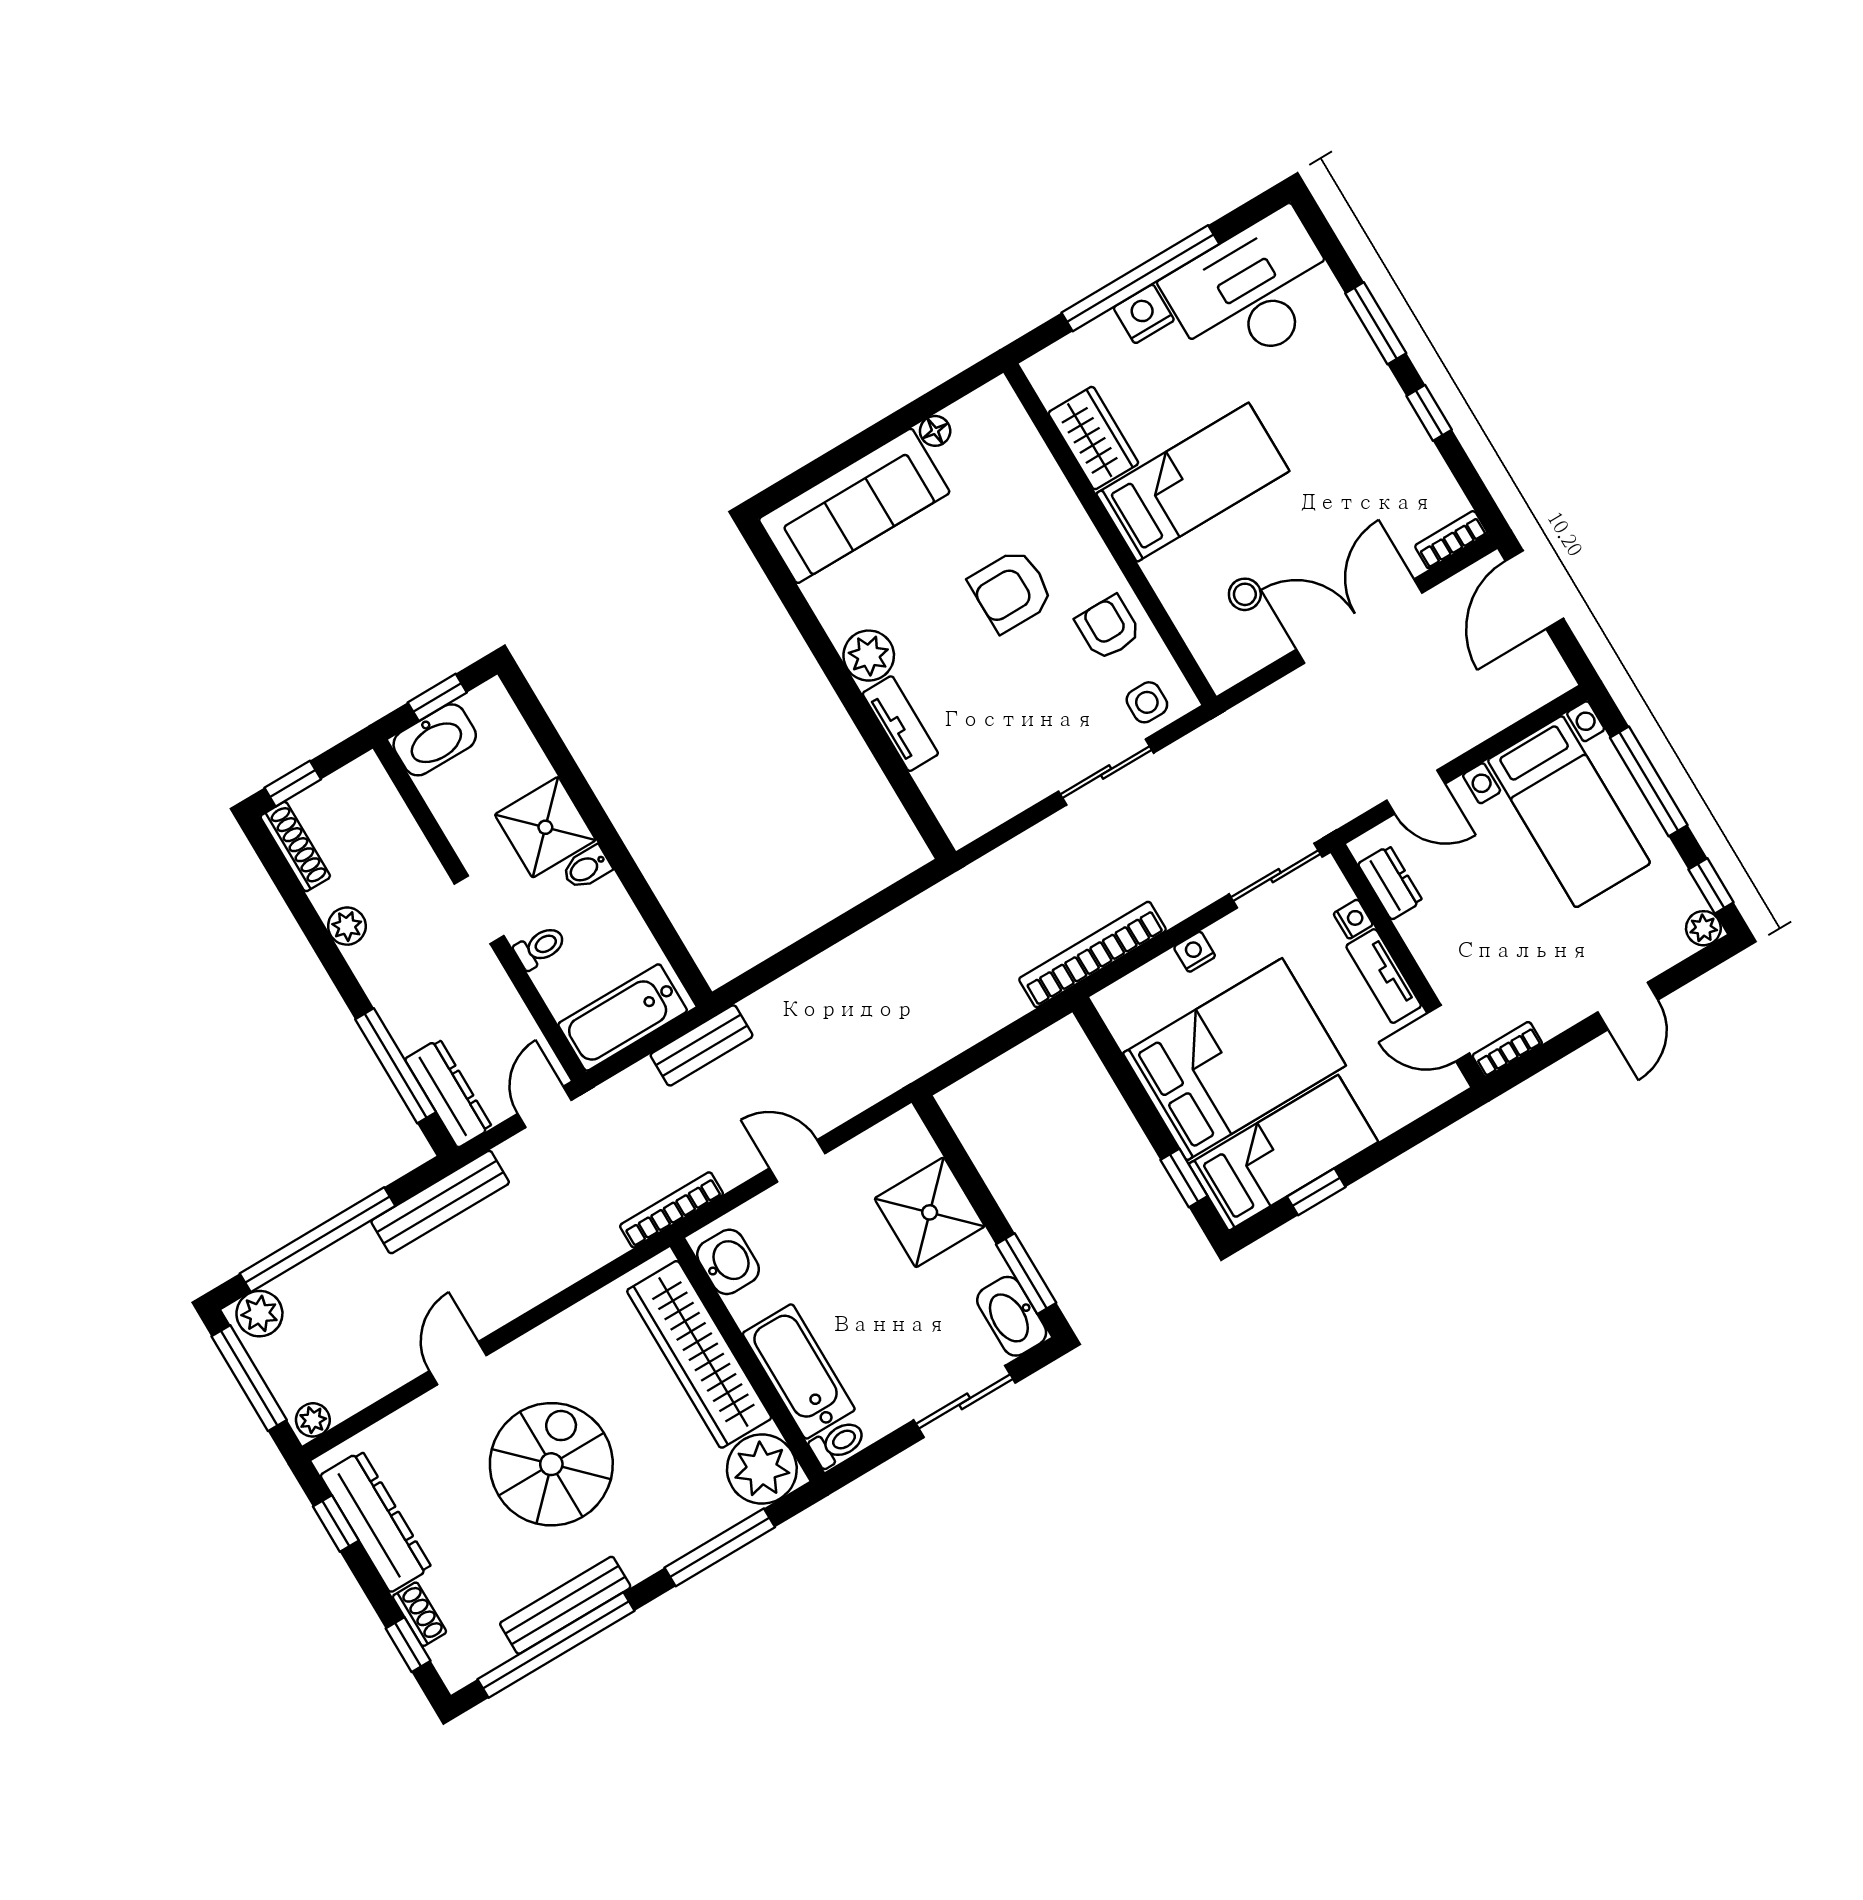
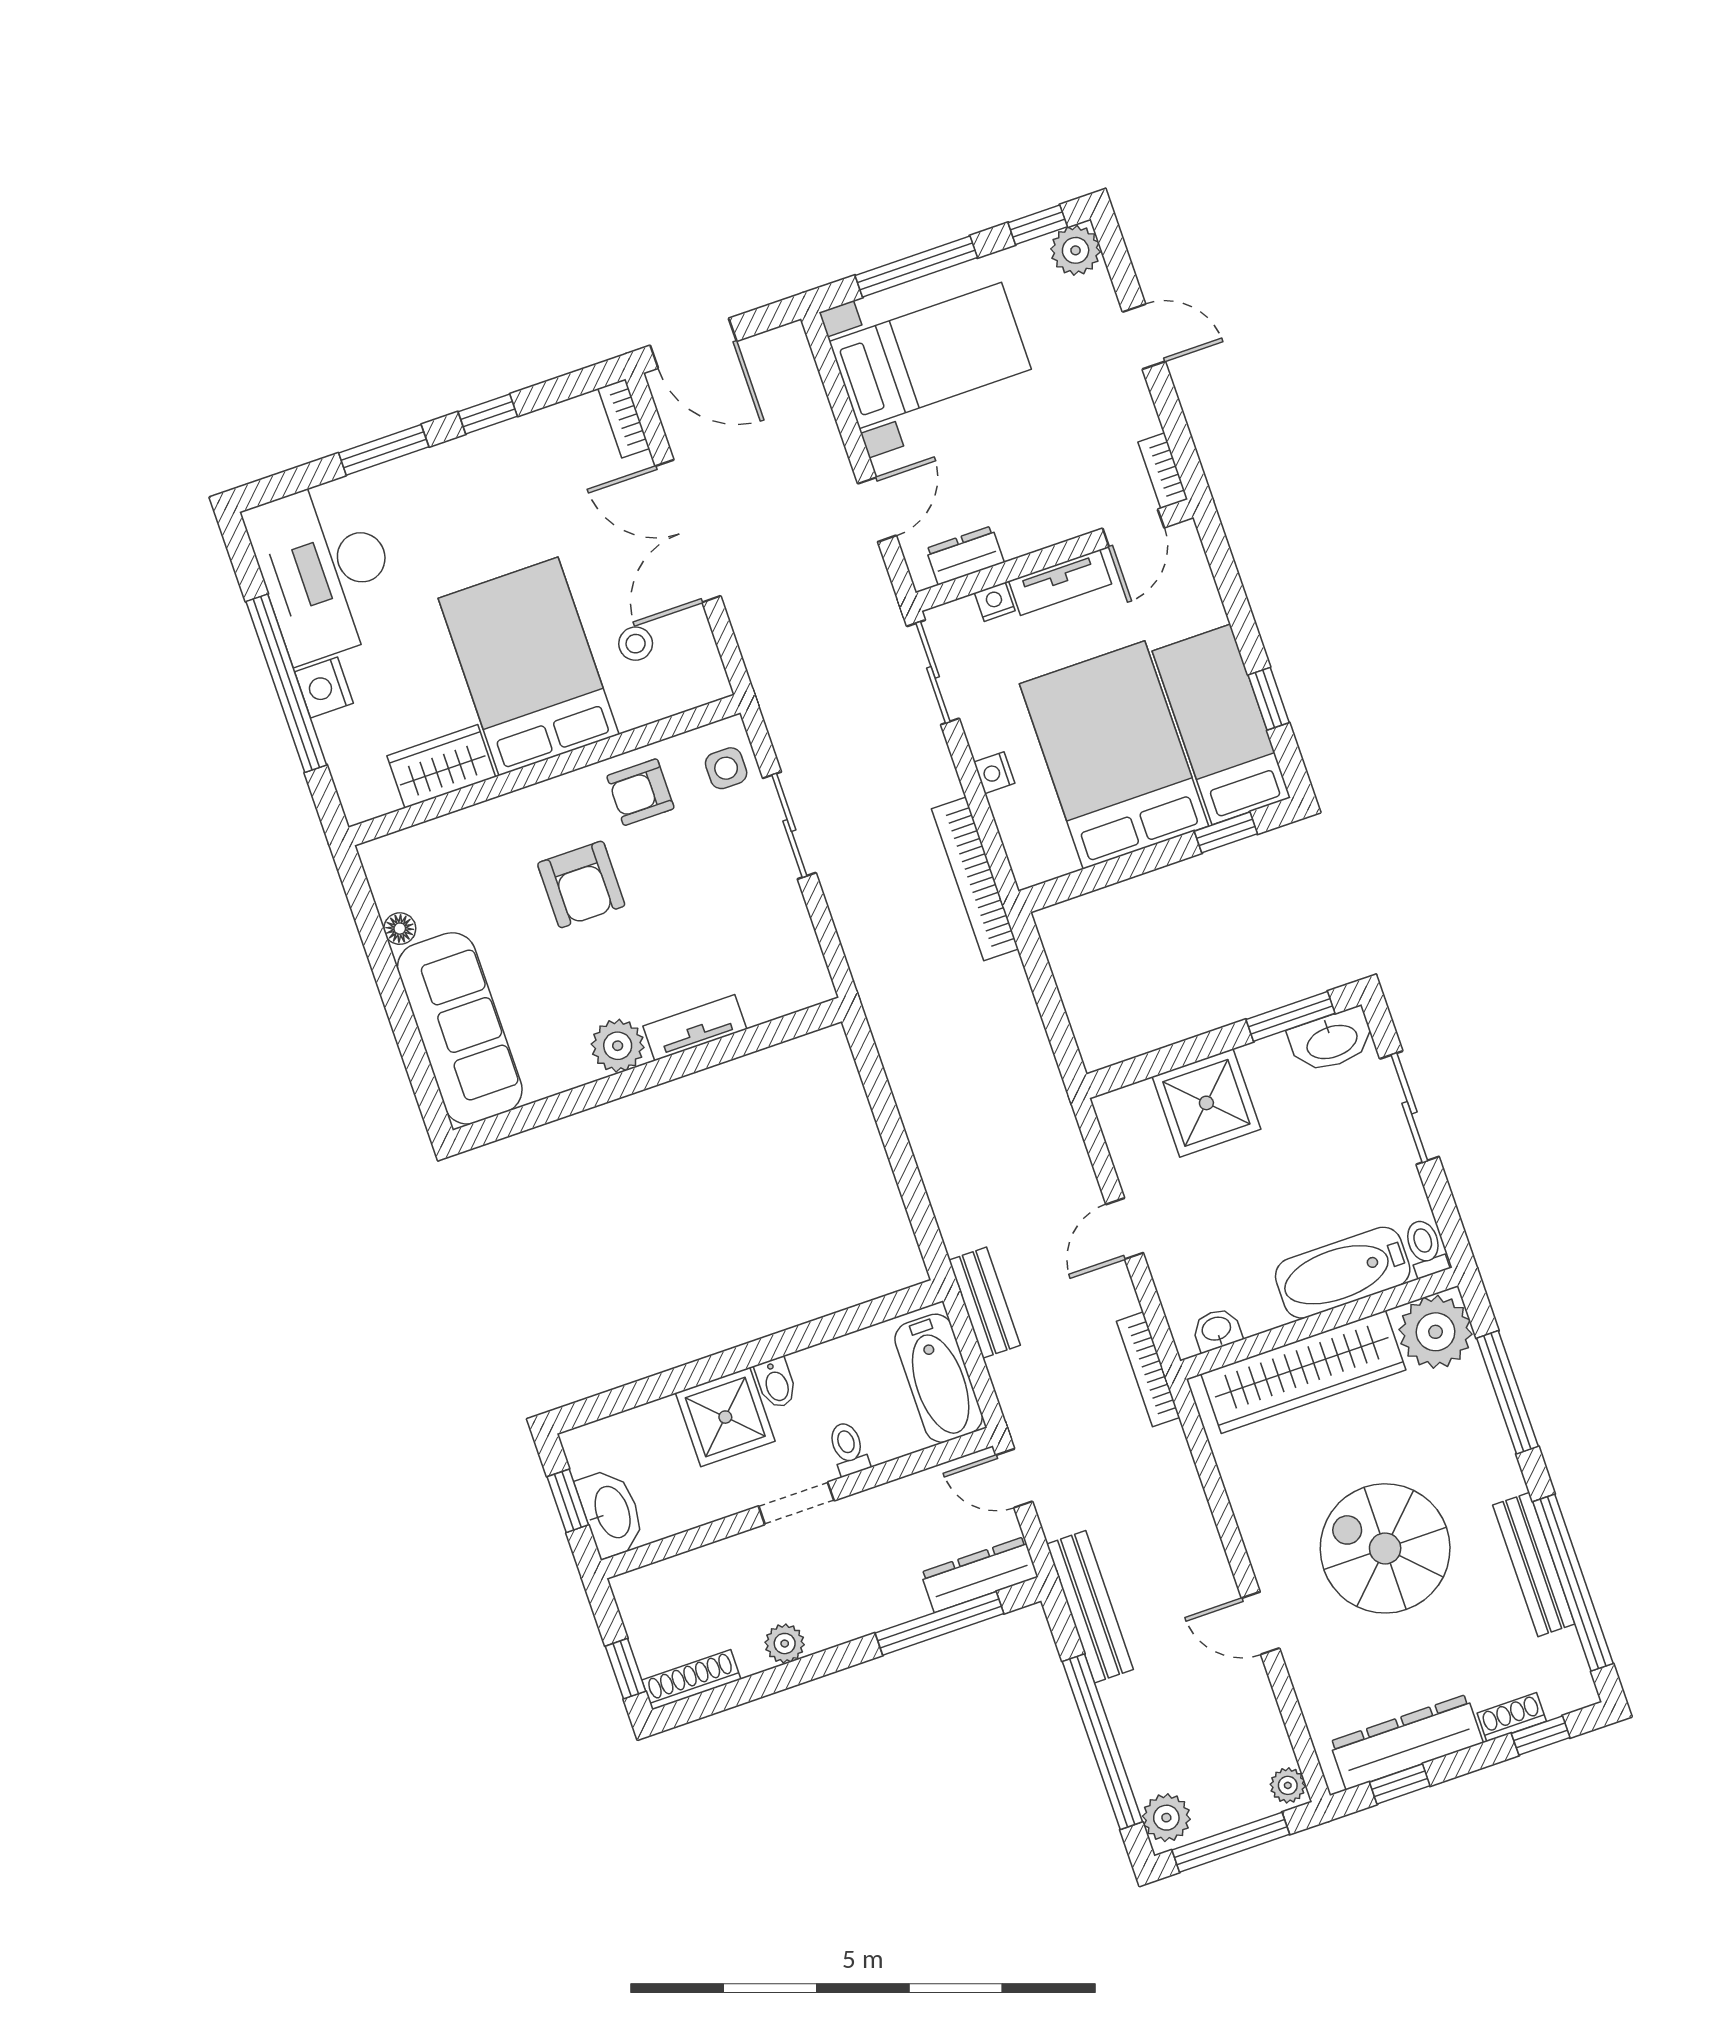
bed: (1193, 482) -> (529, 666), width x1.50
plant: (1703, 928) -> (1076, 250), width x1.38, depth x1.38
washbasin: (728, 1262) -> (1217, 1330), width x0.72, depth x0.69

